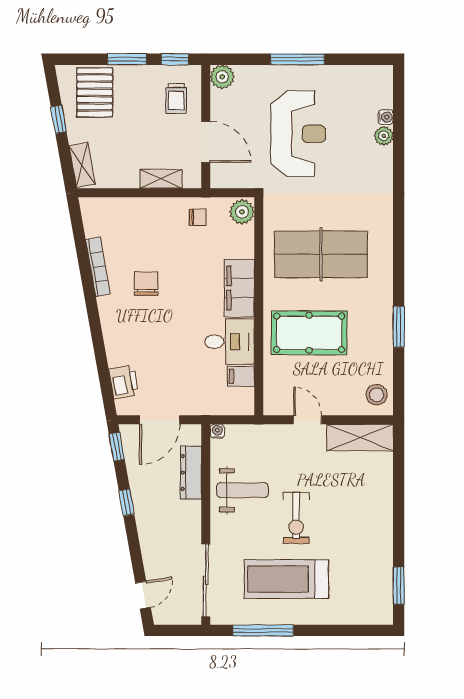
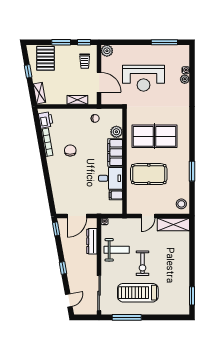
window: (297, 59) -> (164, 42), moved
reception desk: (298, 134) -> (144, 78), turned 90
plant: (242, 212) -> (116, 132), moved
printer: (124, 382) -> (46, 120), moved
door: (307, 420) -> (148, 216), swing flipped
window: (127, 502) -> (63, 268), moved

